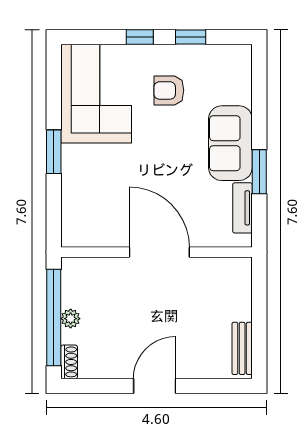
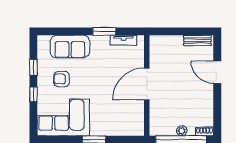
armchair: (169, 90) -> (62, 79), turned 90
sofa: (230, 143) -> (70, 47), moved
door: (155, 386) -> (217, 72), moved

